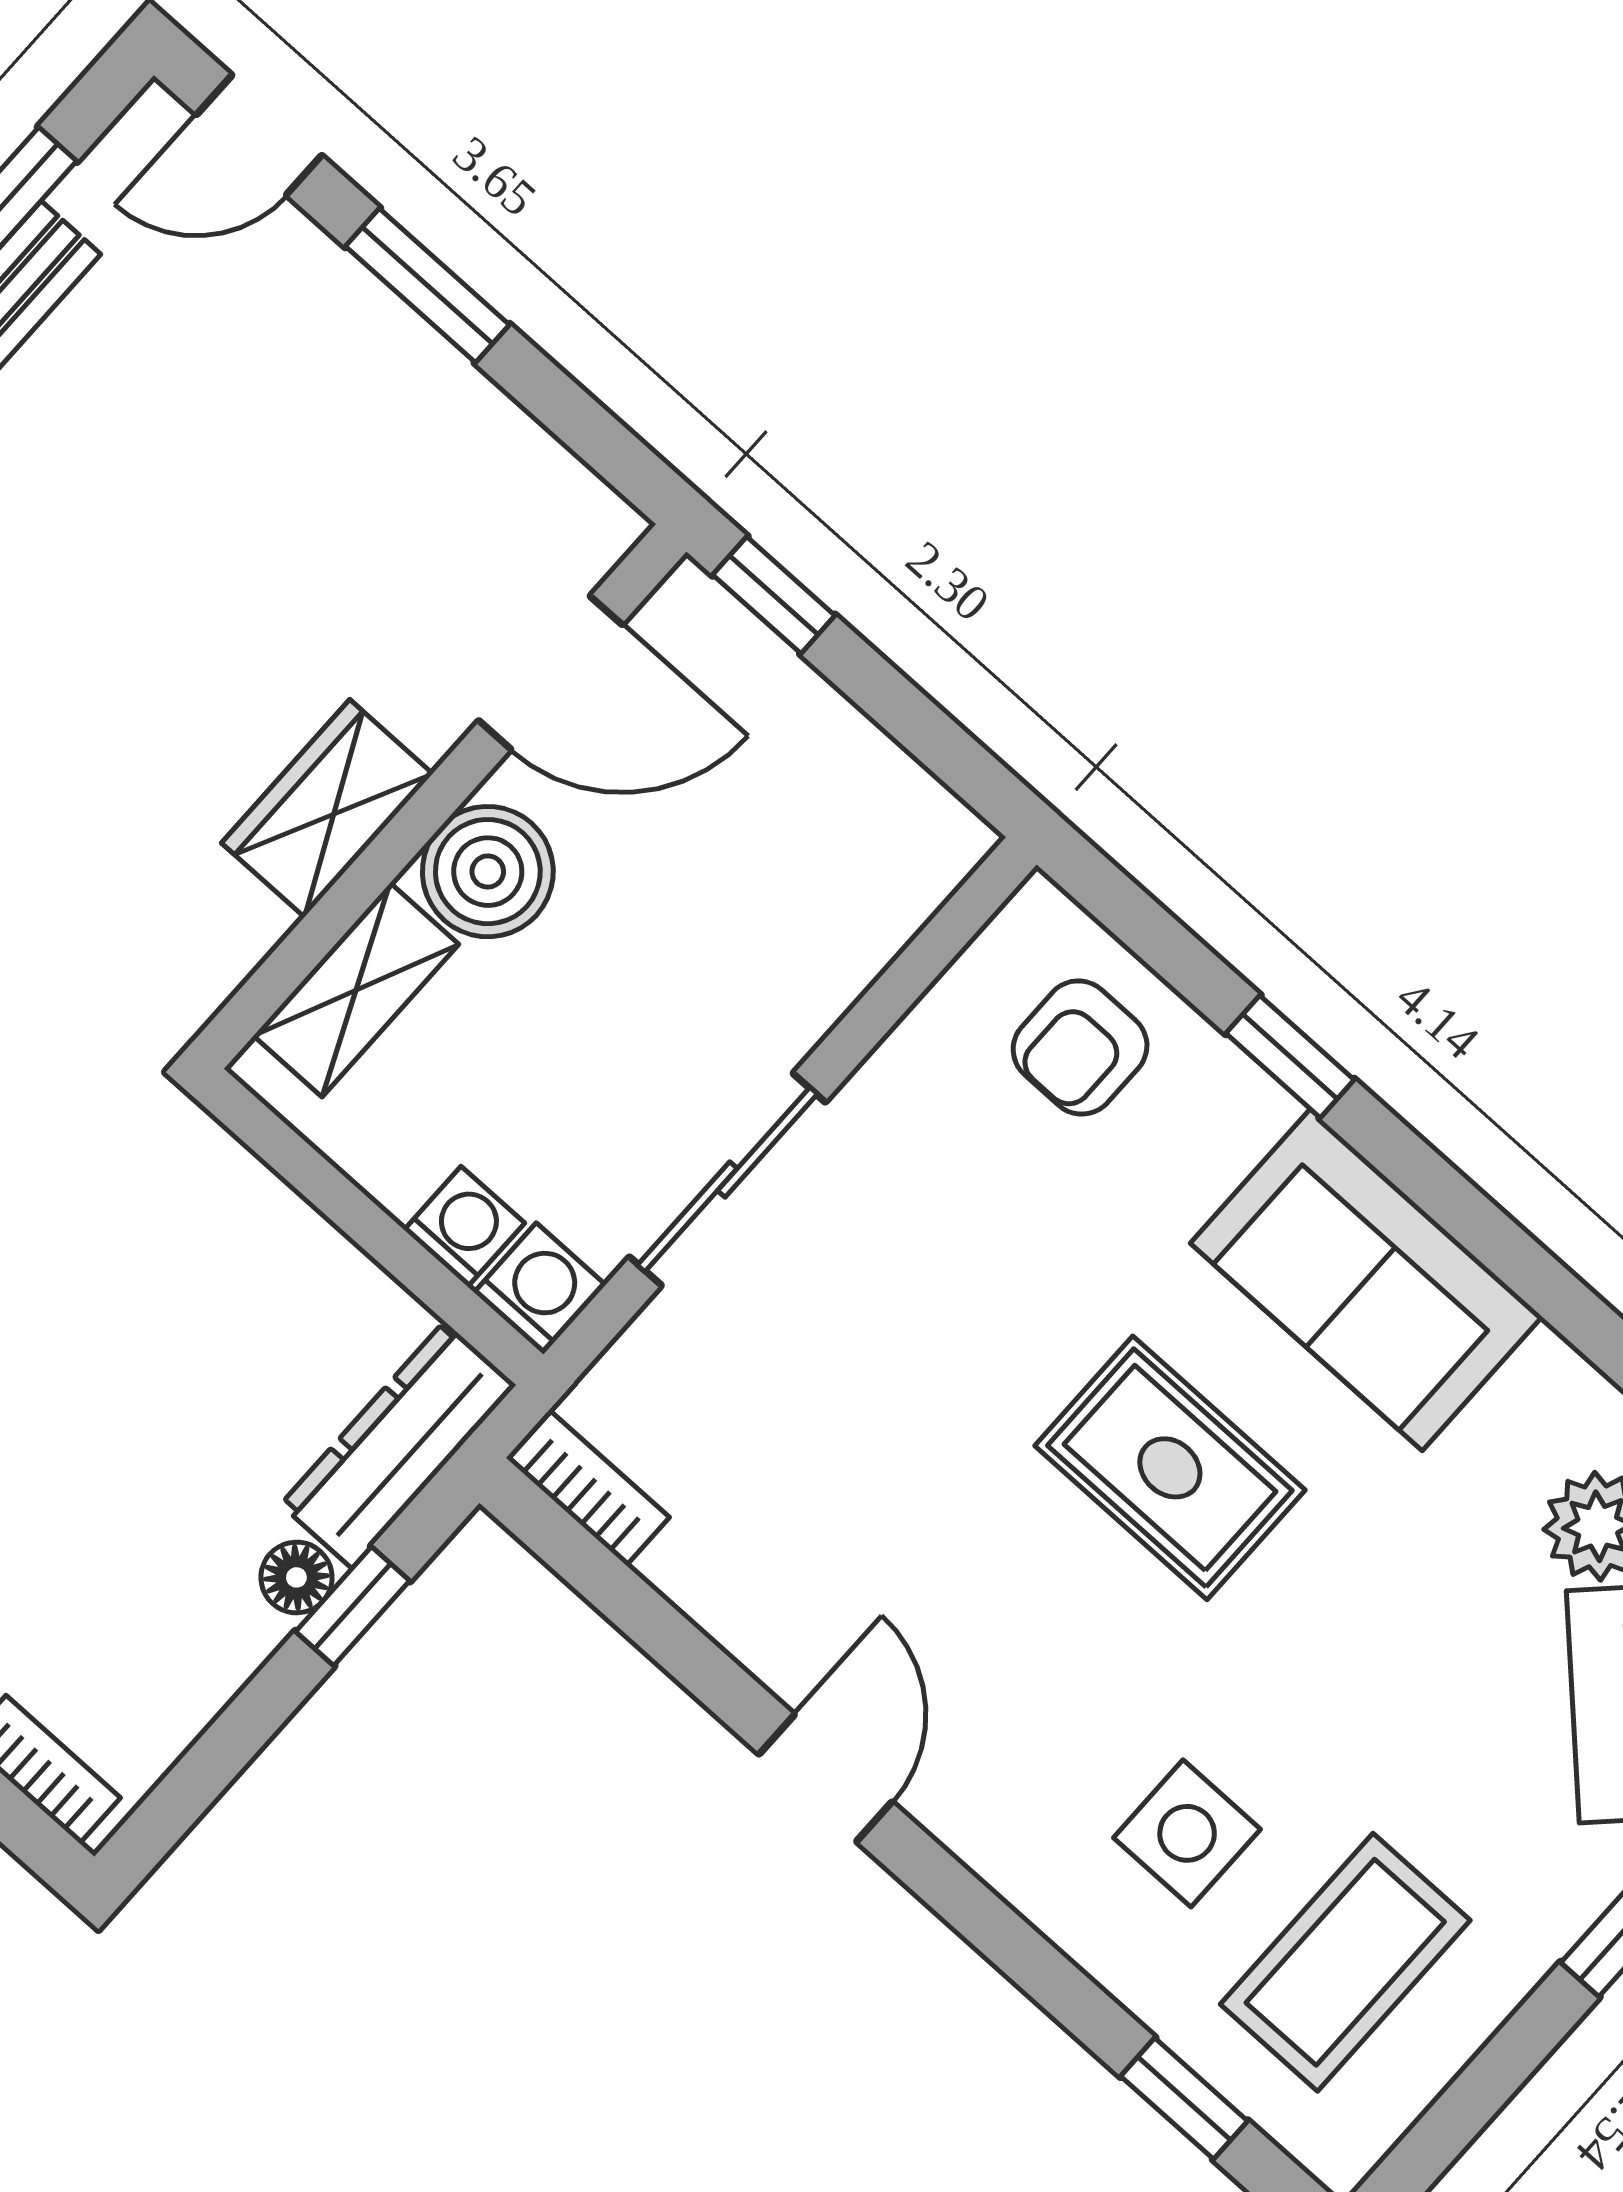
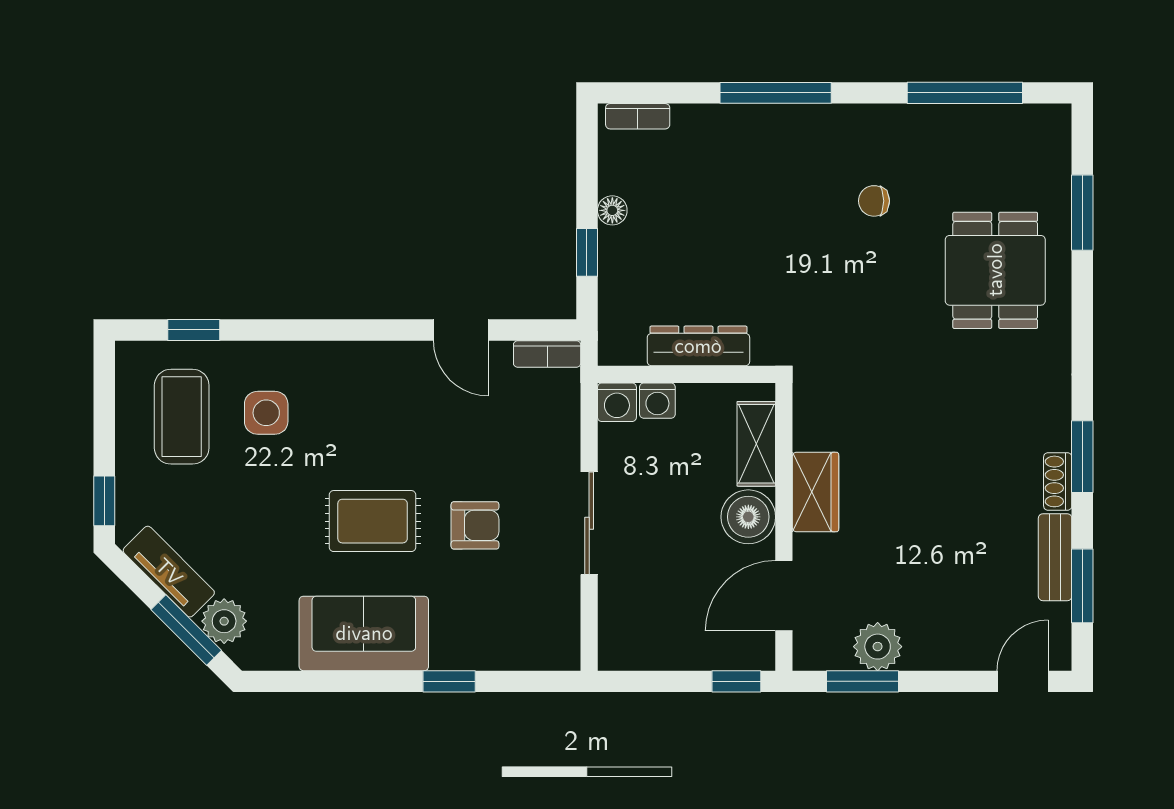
window: (427, 285) -> (863, 681), moved
plant: (464, 431) -> (878, 647), added
armchair: (1080, 1047) -> (475, 525), moved, turned 90
sliding door: (727, 1179) -> (589, 523), moved
dresser: (398, 1445) -> (698, 346), moved, turned -90
floor lamp: (296, 1577) -> (612, 210), moved
door: (826, 1778) -> (461, 330), moved

